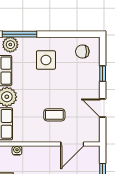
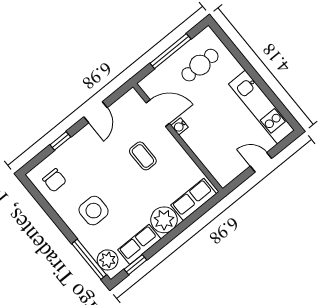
water cooler: (17, 150) -> (179, 126), moved

